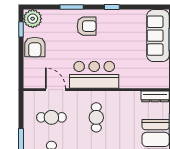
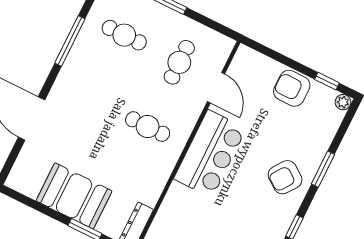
plant: (33, 19) -> (343, 102), width x0.53, depth x0.53
armchair: (87, 26) -> (285, 177), turned 36
door: (55, 90) -> (216, 88), hinge flipped

